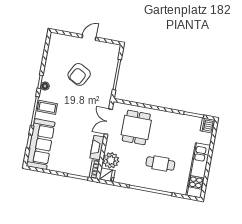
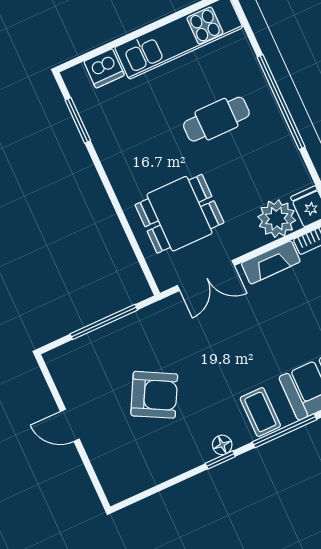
dishwasher: (208, 125) -> (104, 68), moved
cafe table: (160, 163) -> (216, 119), turned 90

